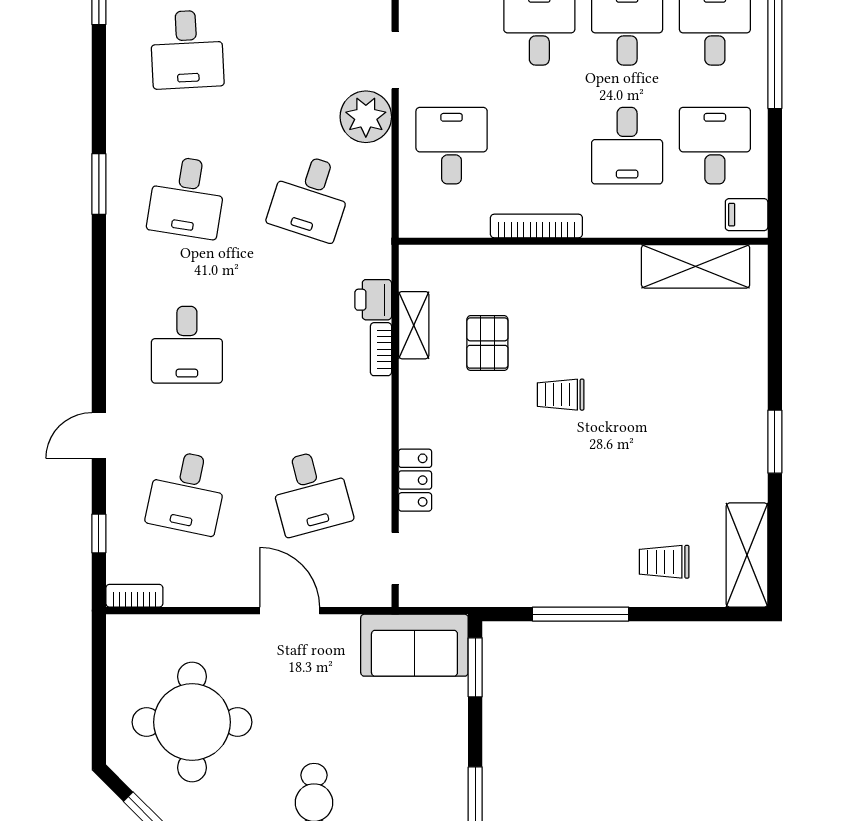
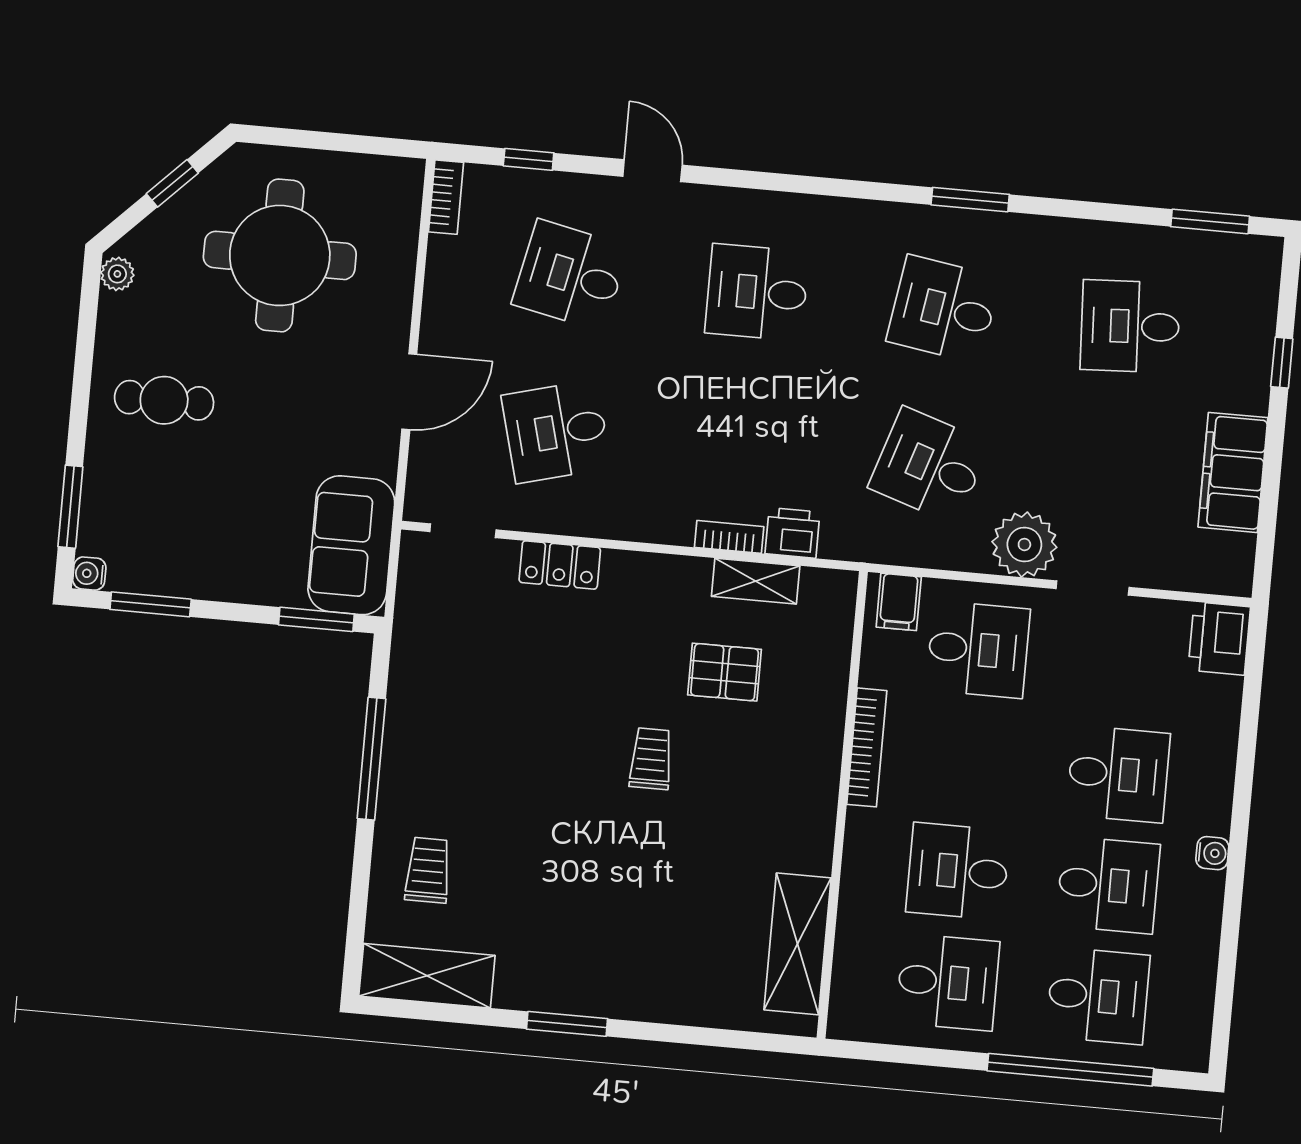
filing cabinet: (747, 215) -> (899, 602), moved, turned 180

